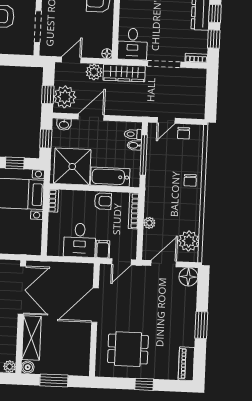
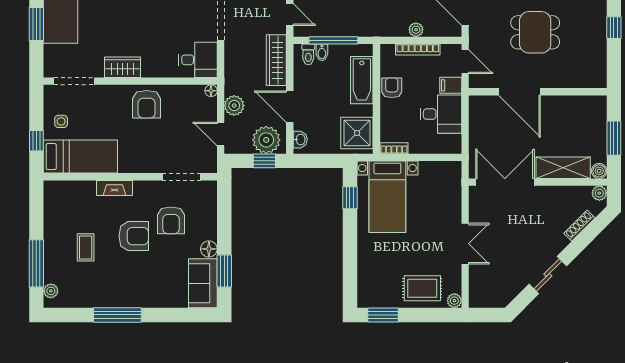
wardrobe: (124, 73) -> (276, 60), moved, turned 180
window: (46, 139) -> (319, 161), removed
shower: (72, 167) -> (357, 133), width x0.73, depth x0.73
bookcase: (134, 211) -> (418, 50), moved
dining table: (128, 349) -> (535, 32), moved, turned 90

